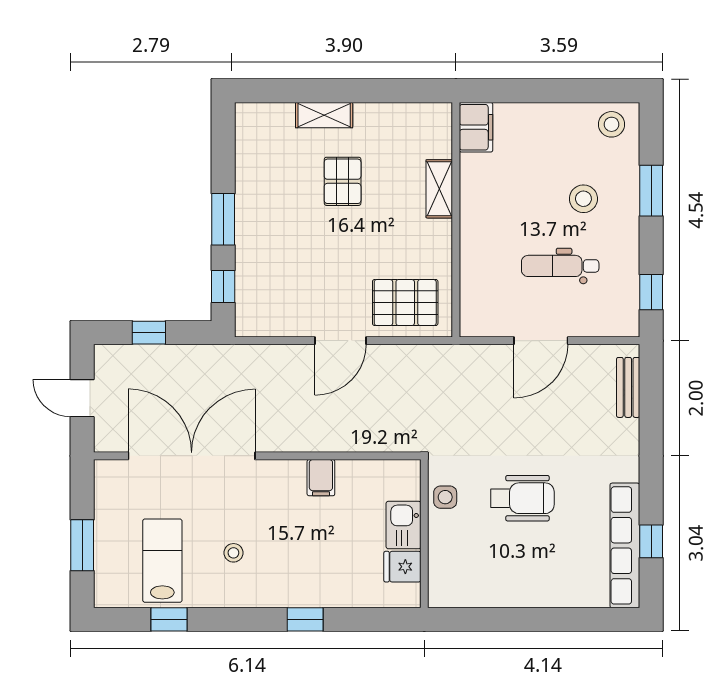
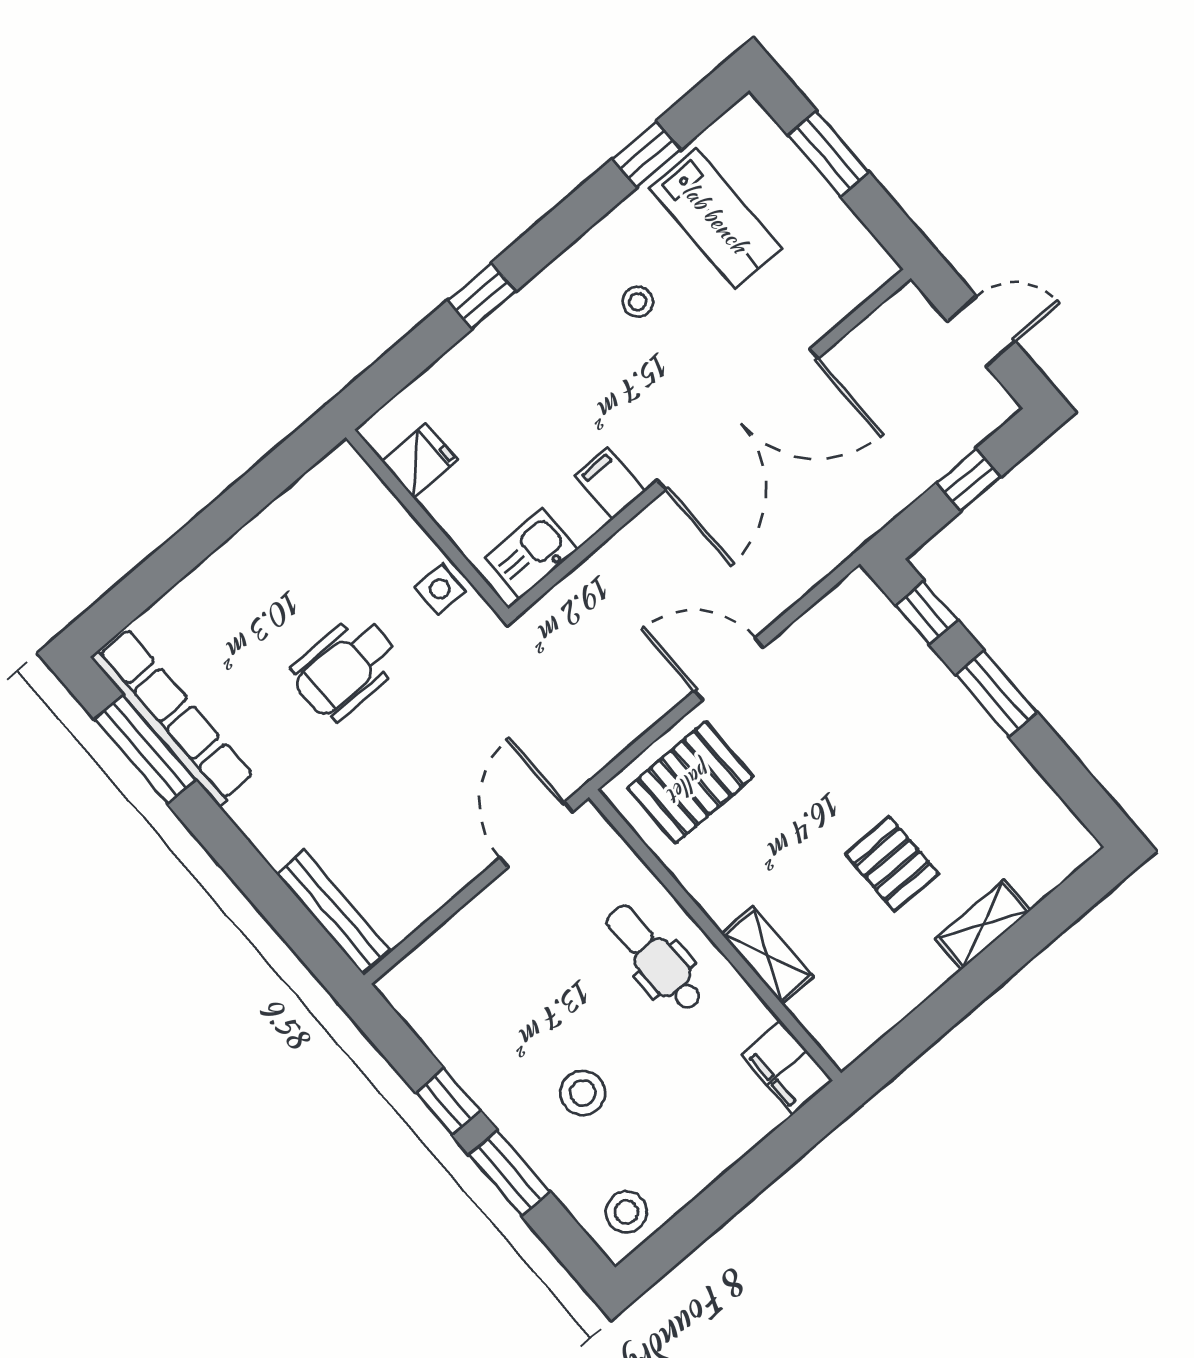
dental chair: (560, 266) -> (654, 958), moved, turned -90
window: (651, 292) -> (448, 1102), moved
door: (341, 341) -> (729, 669), hinge flipped
door: (541, 341) -> (536, 835), moved
bench: (628, 387) -> (333, 912), width x1.36
double door: (192, 456) -> (738, 419), moved
kitchen sink: (403, 525) -> (531, 553), moved, turned -90
window: (651, 541) -> (145, 750), width x2.17

